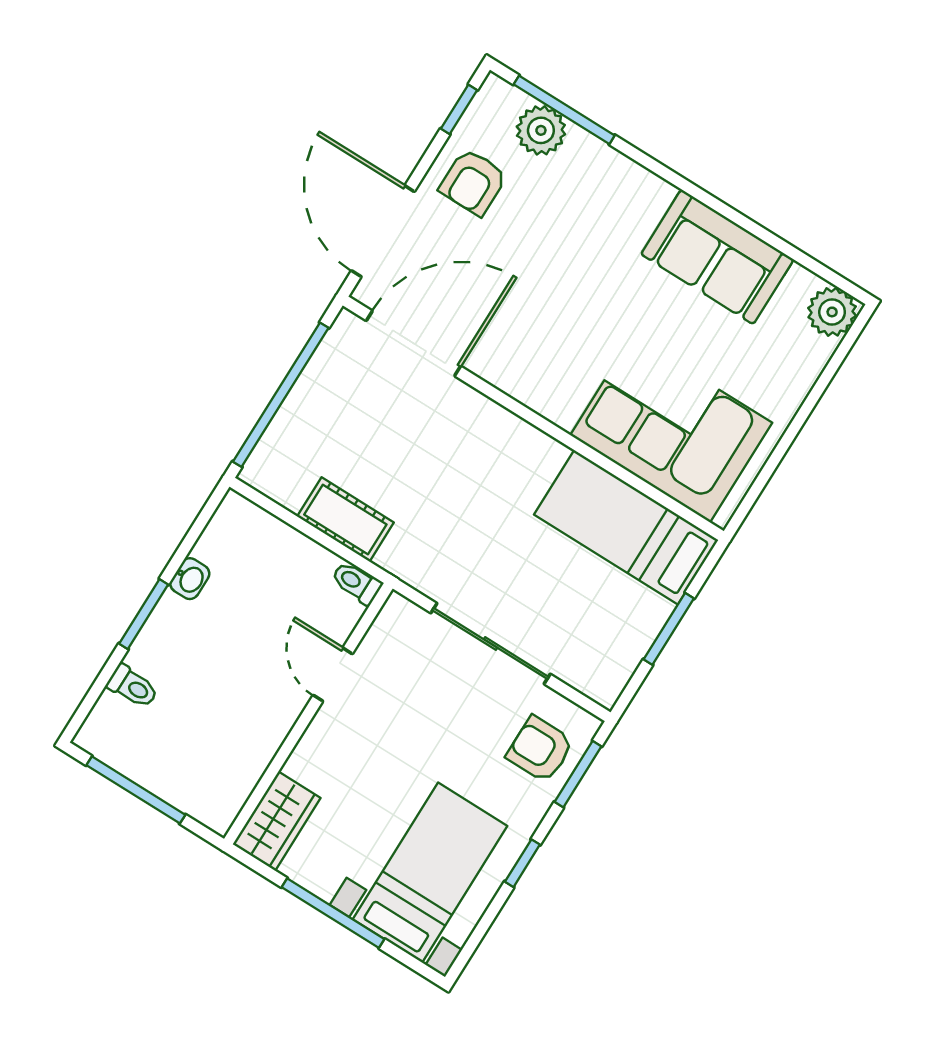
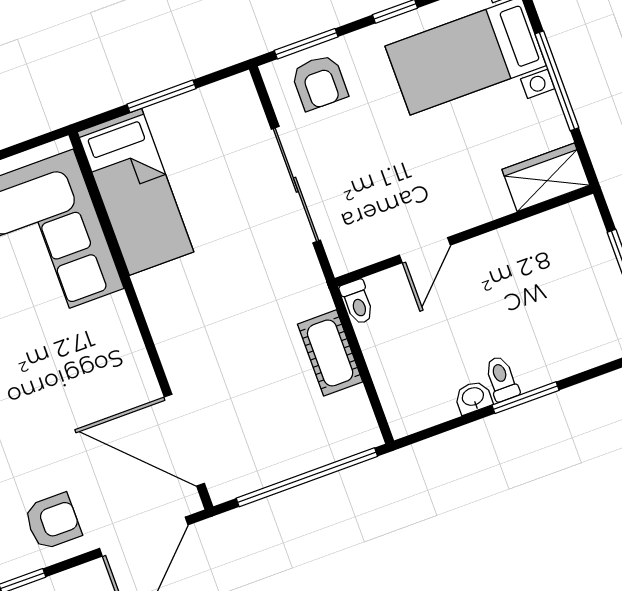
toilet: (133, 687) -> (502, 379), moved

